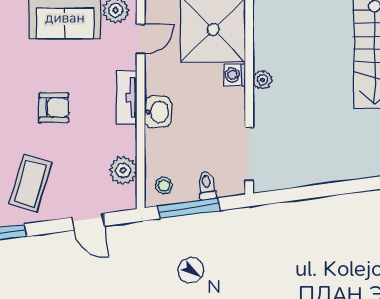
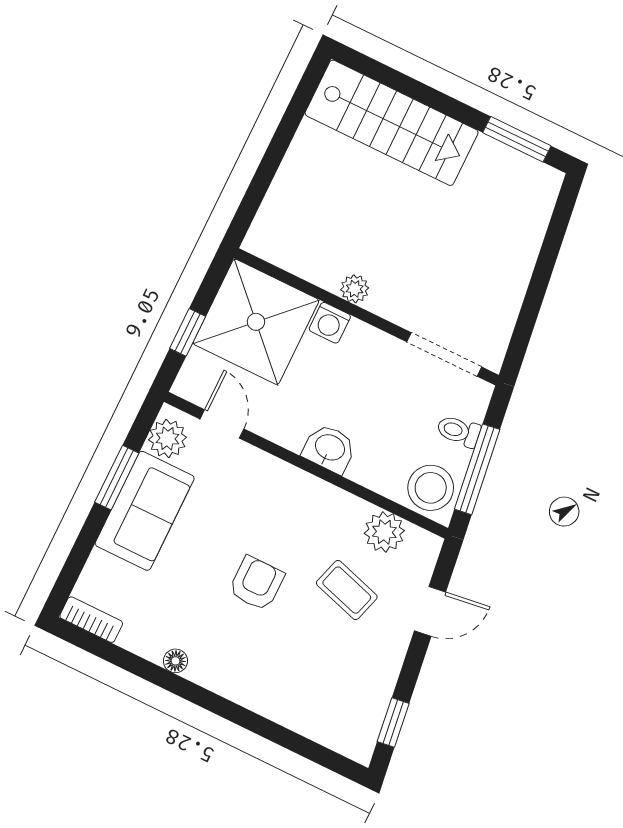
tv unit: (127, 98) -> (290, 480), removed
coffee table: (30, 183) -> (347, 590), moved, width x0.73, depth x0.77
stool: (164, 185) -> (431, 488), width x1.89, depth x1.89

